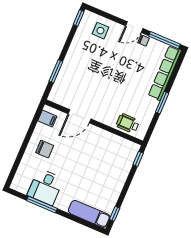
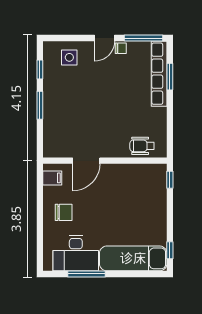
window: (79, 18) -> (40, 70), moved
window: (56, 71) -> (40, 105), moved
window: (162, 103) -> (170, 77), moved
desk: (45, 187) -> (76, 253), width x1.37
exam couch: (89, 214) -> (133, 258), width x1.36, depth x1.45

